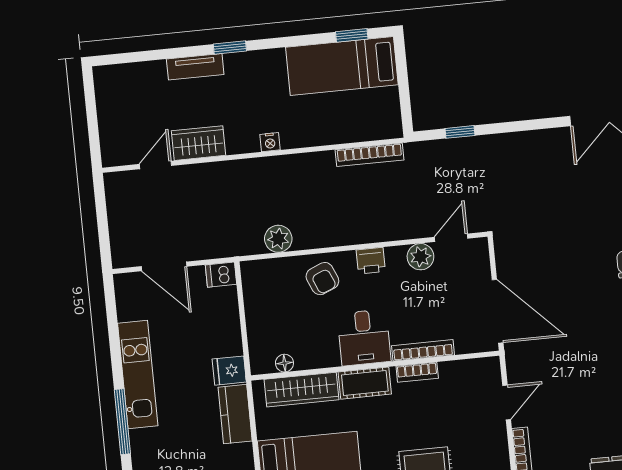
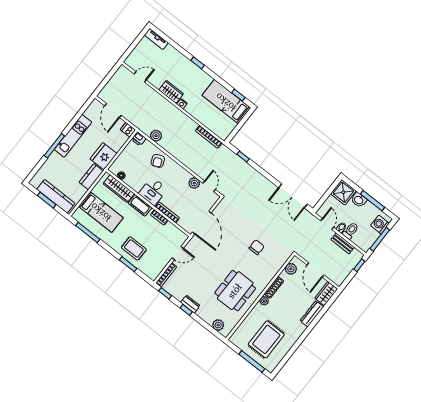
tv unit: (195, 67) -> (156, 39), moved
wardrobe: (199, 143) -> (171, 92), moved
door: (451, 238) -> (209, 186), hinge flipped
printer: (371, 261) -> (139, 139), moved
fridge: (229, 371) -> (103, 156), width x1.88, depth x1.34

